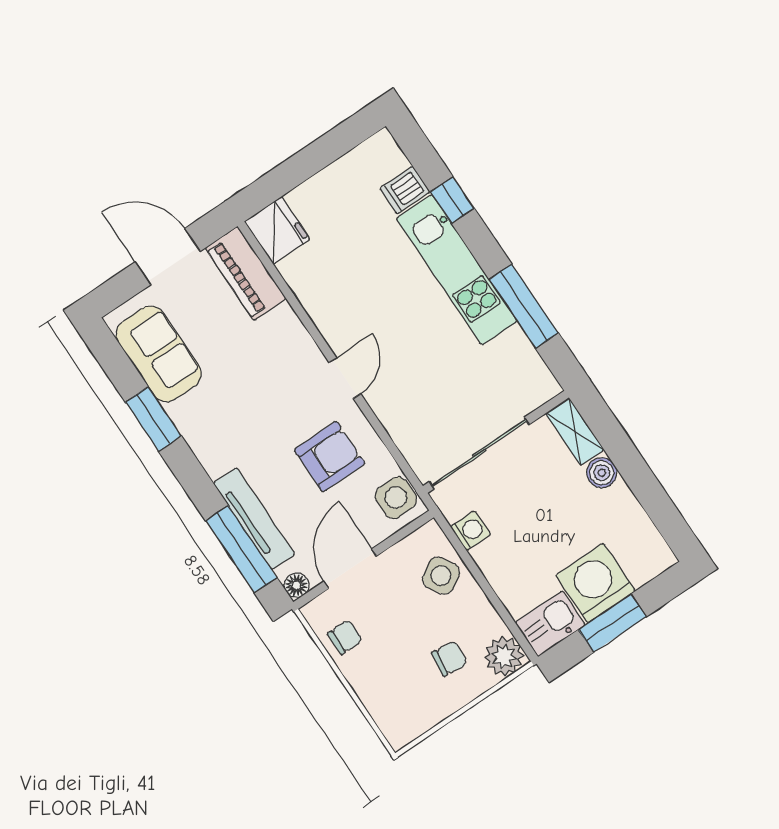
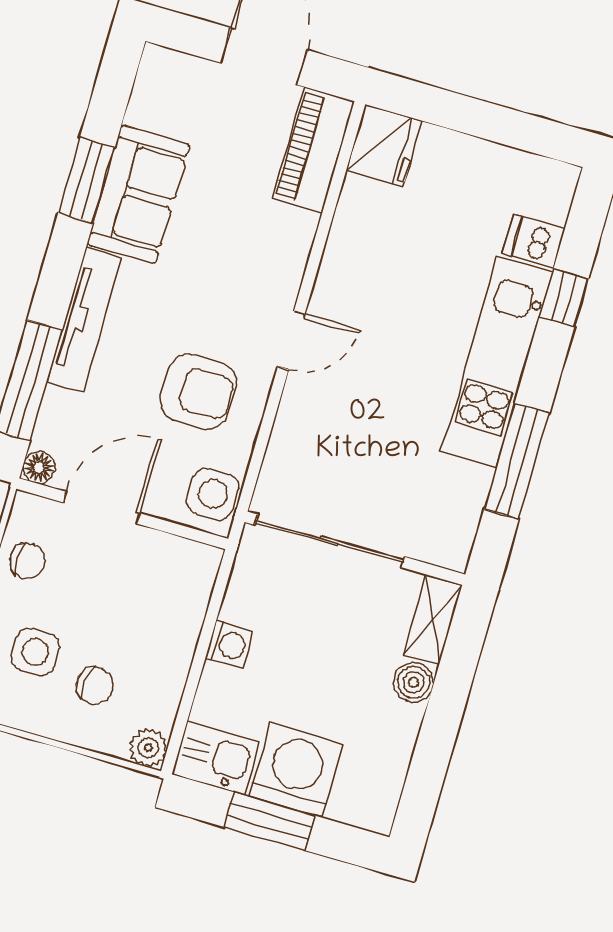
sofa: (159, 354) -> (139, 194), moved
tv unit: (254, 519) -> (84, 320), moved
washing machine: (471, 531) -> (229, 645), moved
side table: (441, 576) -> (35, 652), moved, turned 33
plant: (504, 656) -> (148, 748), width x0.73, depth x0.73

